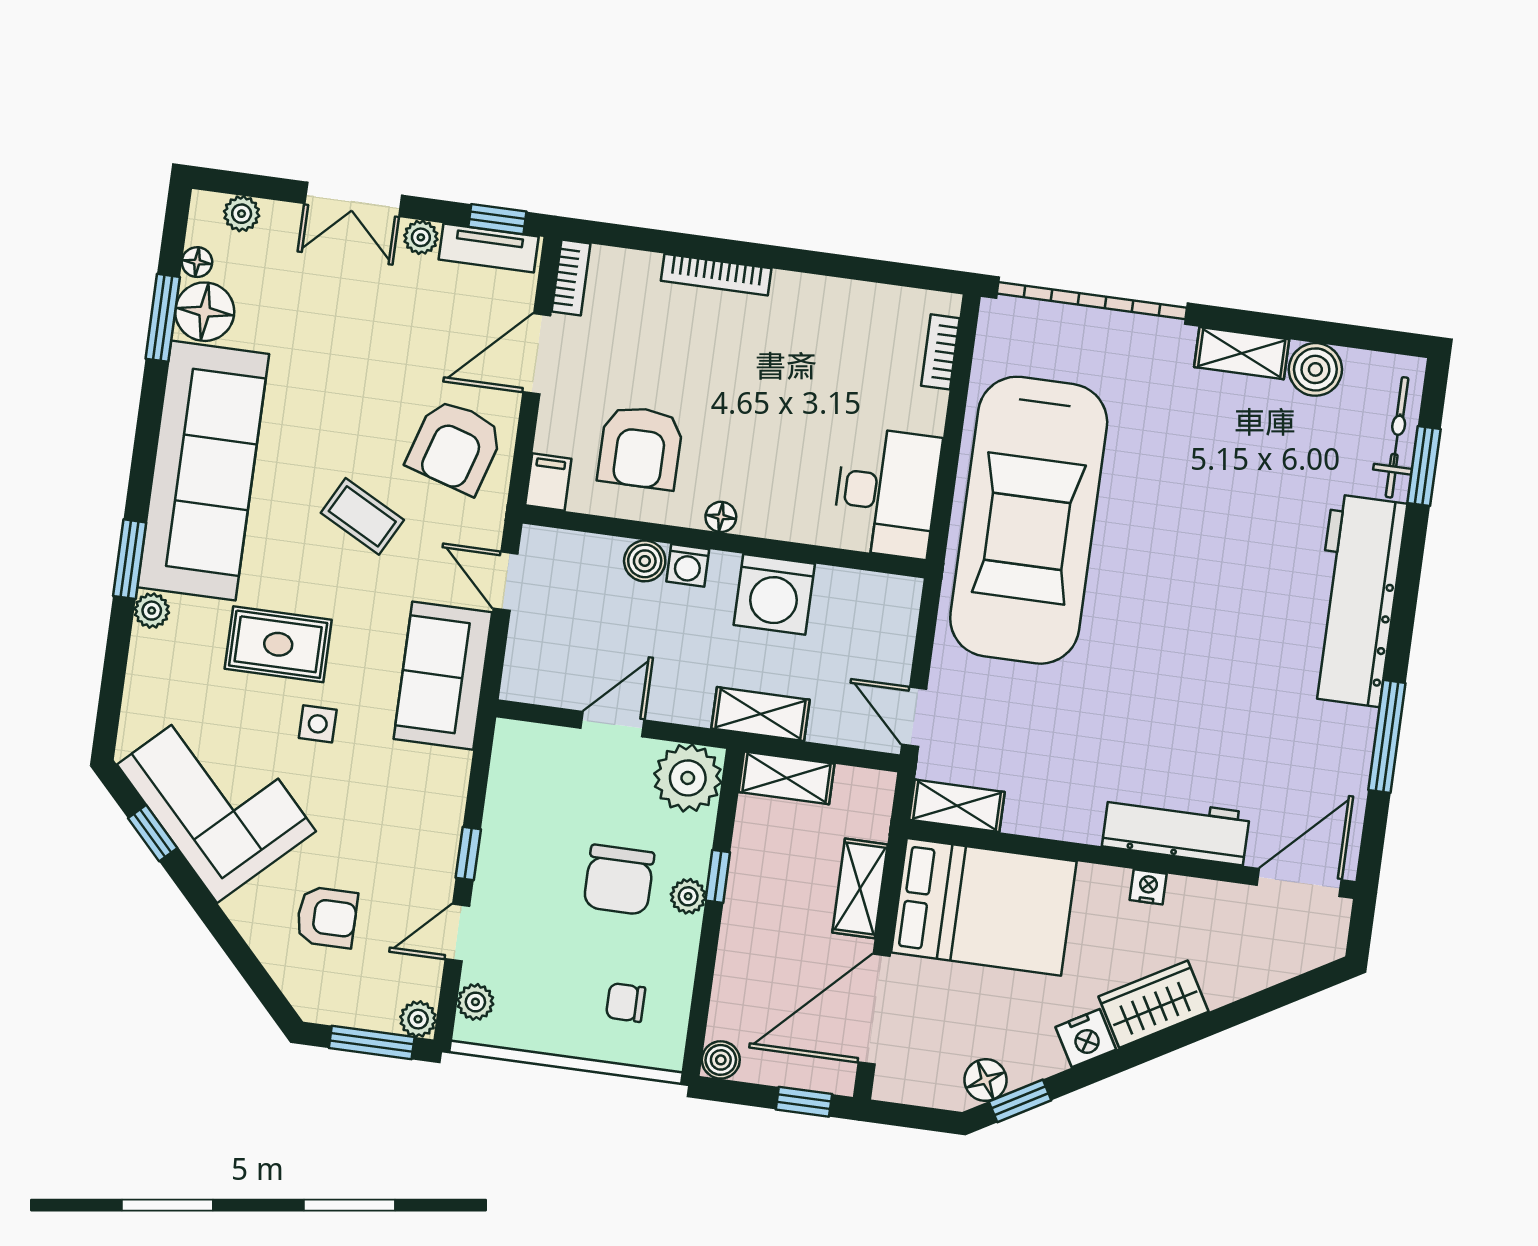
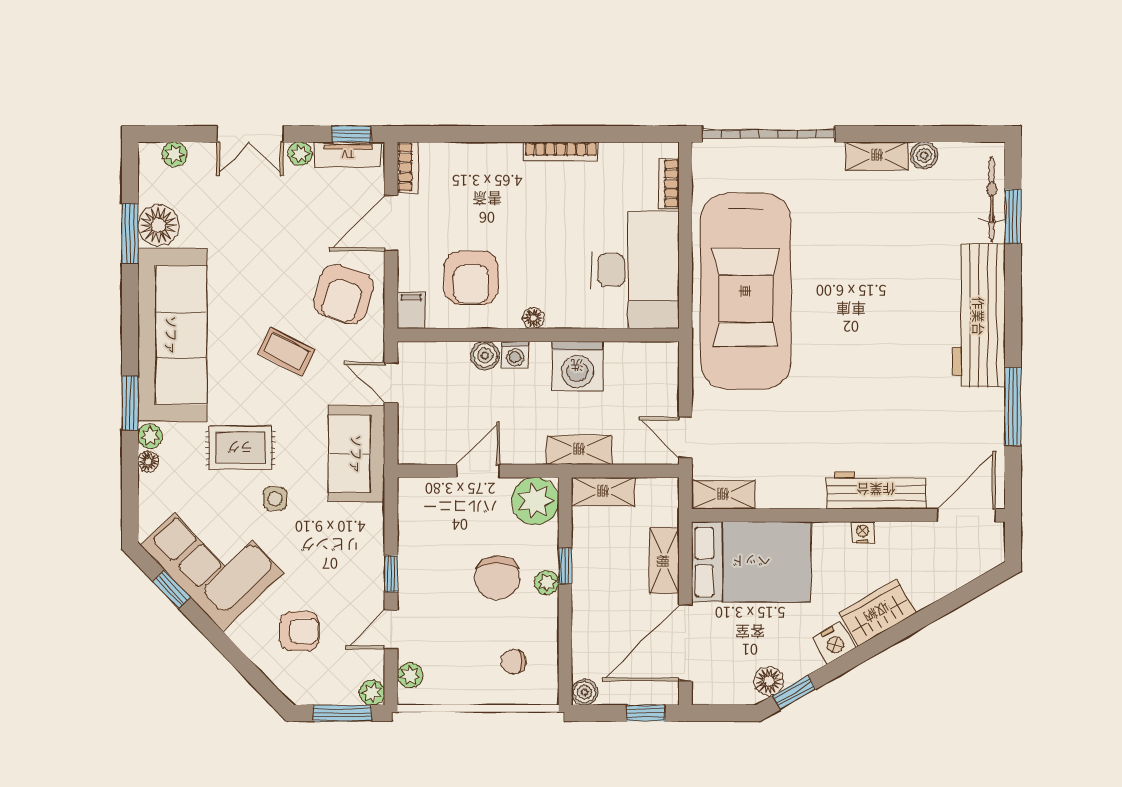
floor lamp: (197, 262) -> (148, 461), moved
bookcase: (716, 275) -> (561, 151), moved
boiler: (1315, 369) -> (924, 155), width x0.73, depth x0.73
desk: (887, 493) -> (635, 270), width x1.36, depth x1.30

